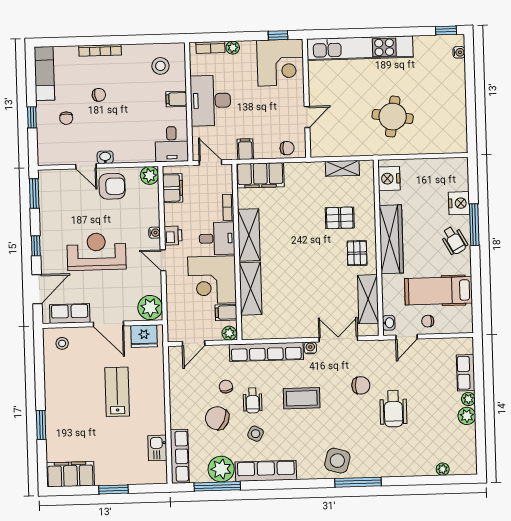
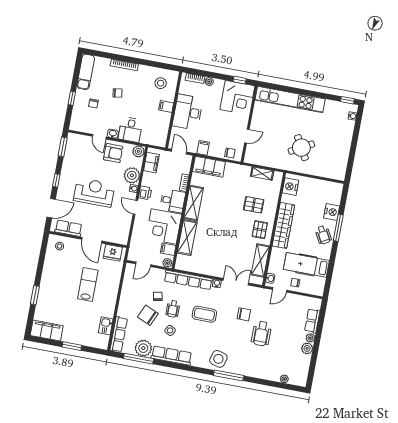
round table: (393, 117) -> (301, 148), turned -38
desk: (172, 144) -> (130, 130), moved
plant: (150, 308) -> (132, 175), moved

